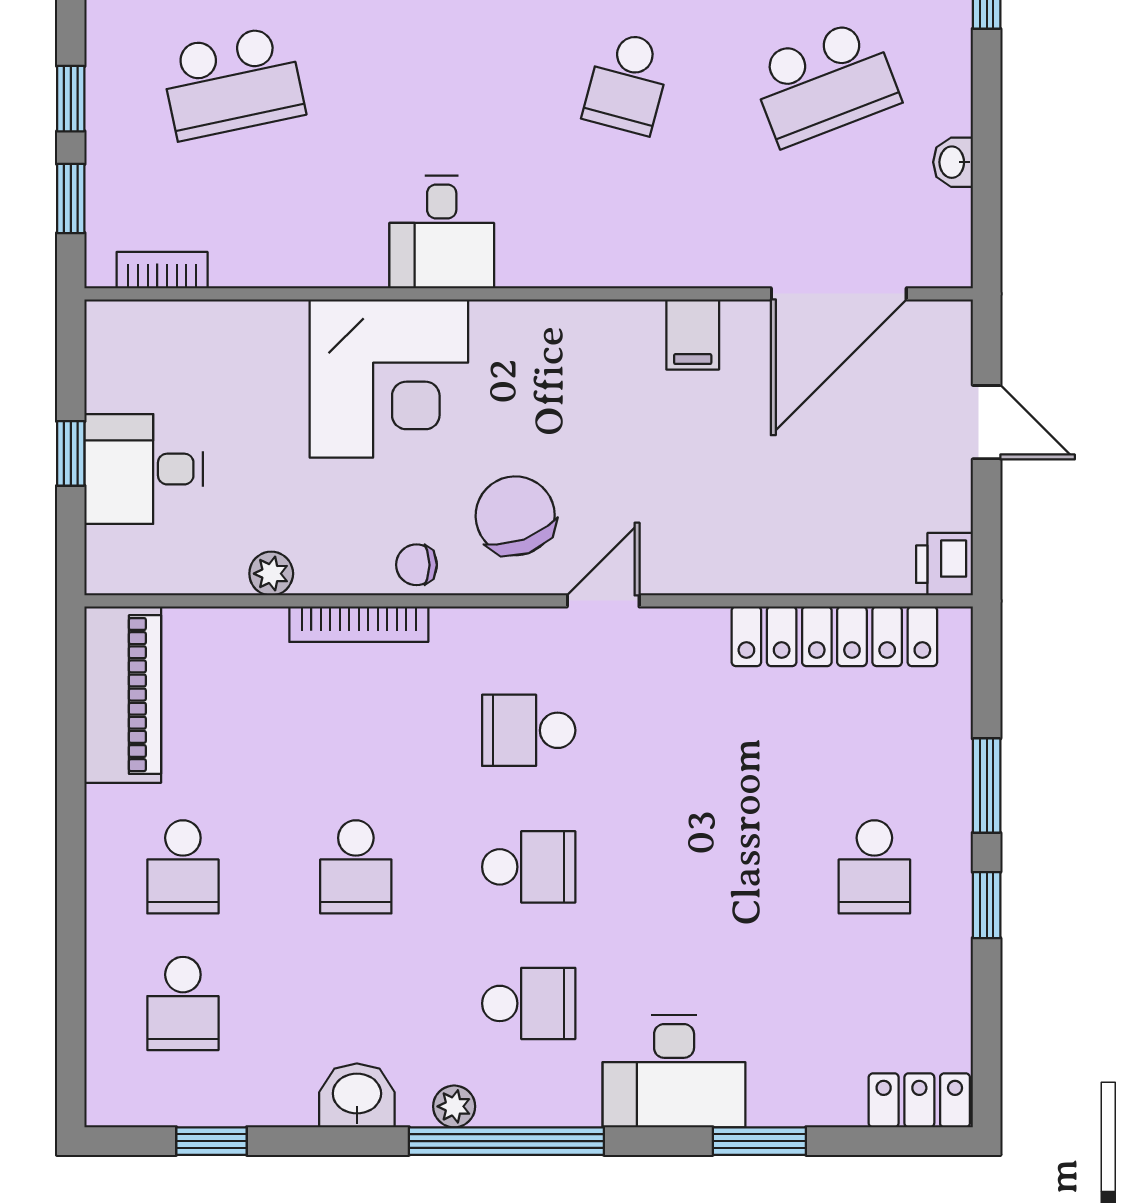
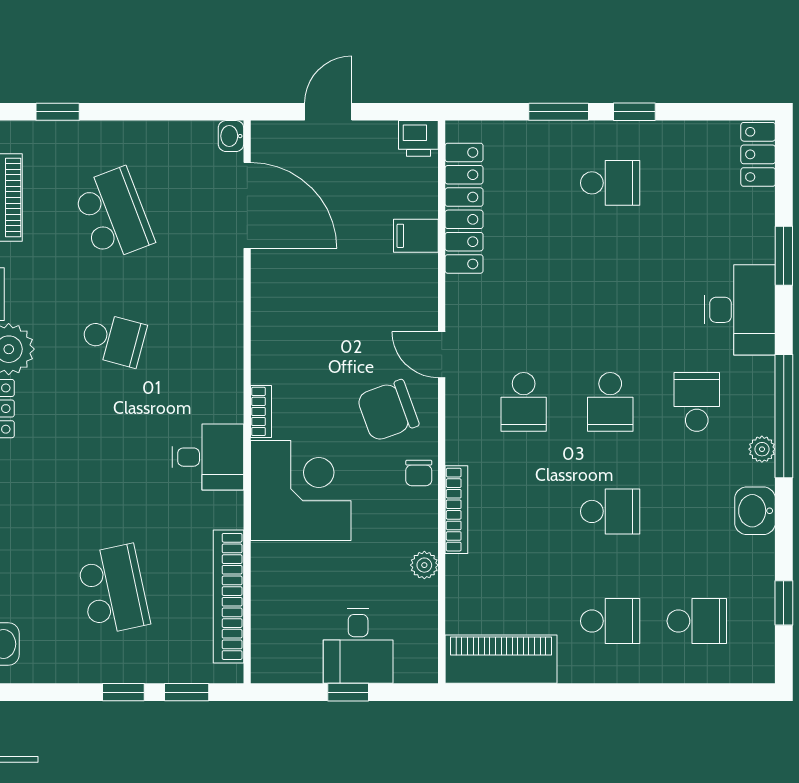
washbasin: (953, 162) -> (231, 136), moved, turned 90
bookcase: (162, 270) -> (228, 596), width x2.31, depth x1.31
bookcase: (514, 316) -> (261, 411), added
filing cabinet: (693, 334) -> (416, 236), moved, turned 180
school desk: (529, 867) -> (610, 402), turned 180

